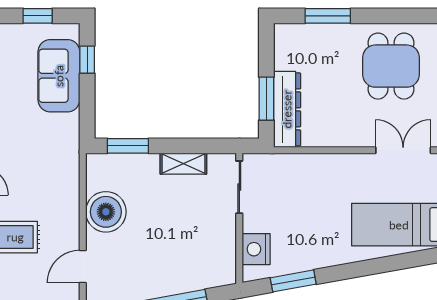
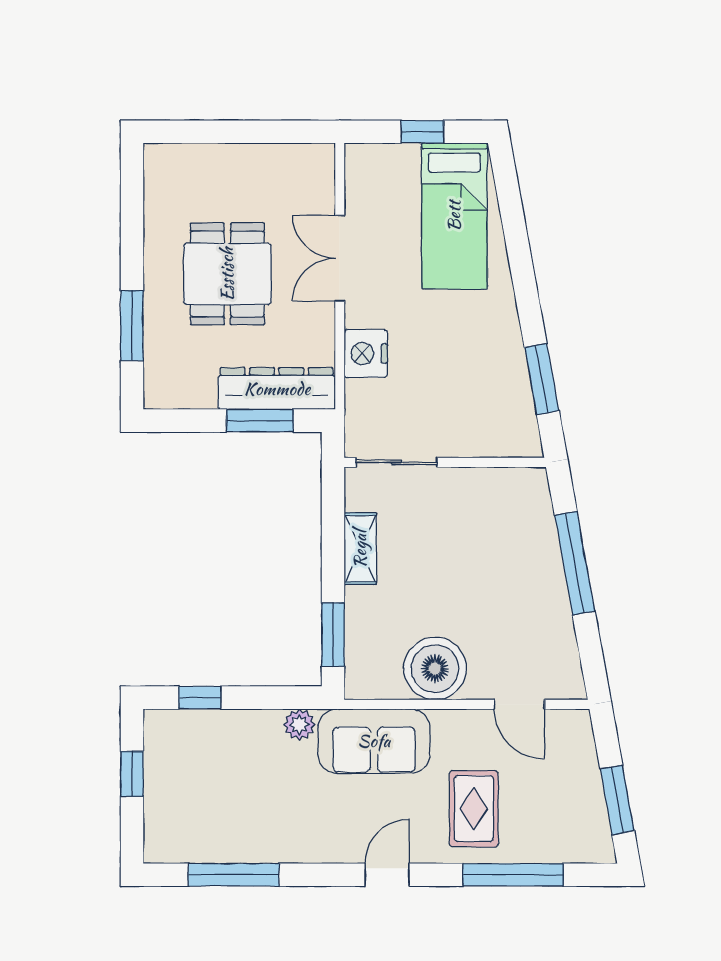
dining table: (391, 66) -> (227, 274), moved, turned 90
sofa: (59, 76) -> (374, 741), moved
plant: (70, 124) -> (299, 725), added
double door: (403, 150) -> (340, 258), moved
nightstand: (256, 249) -> (366, 354), moved, turned 90

